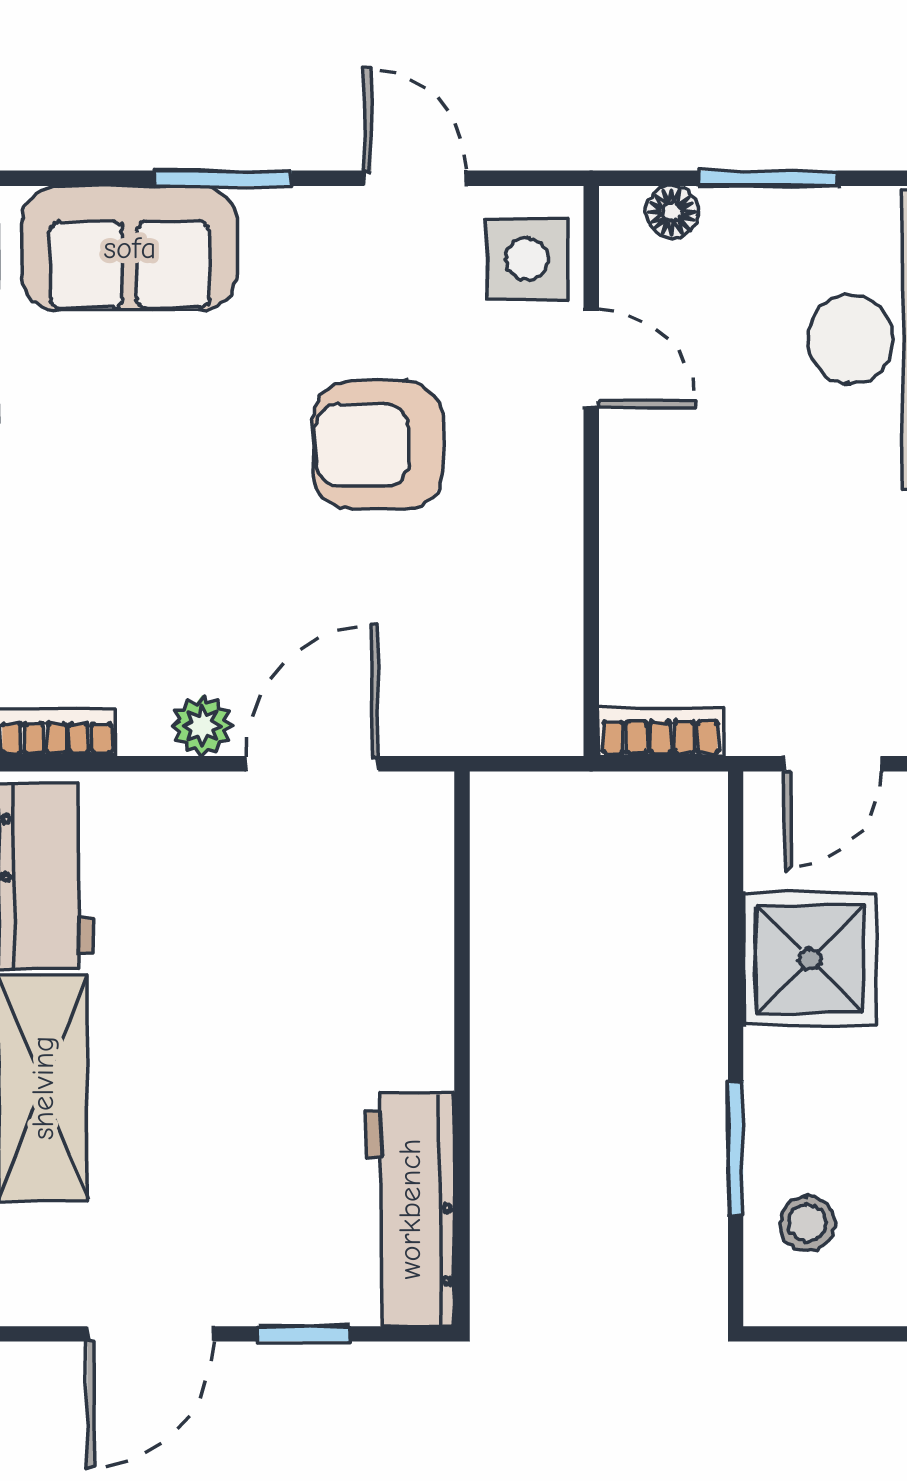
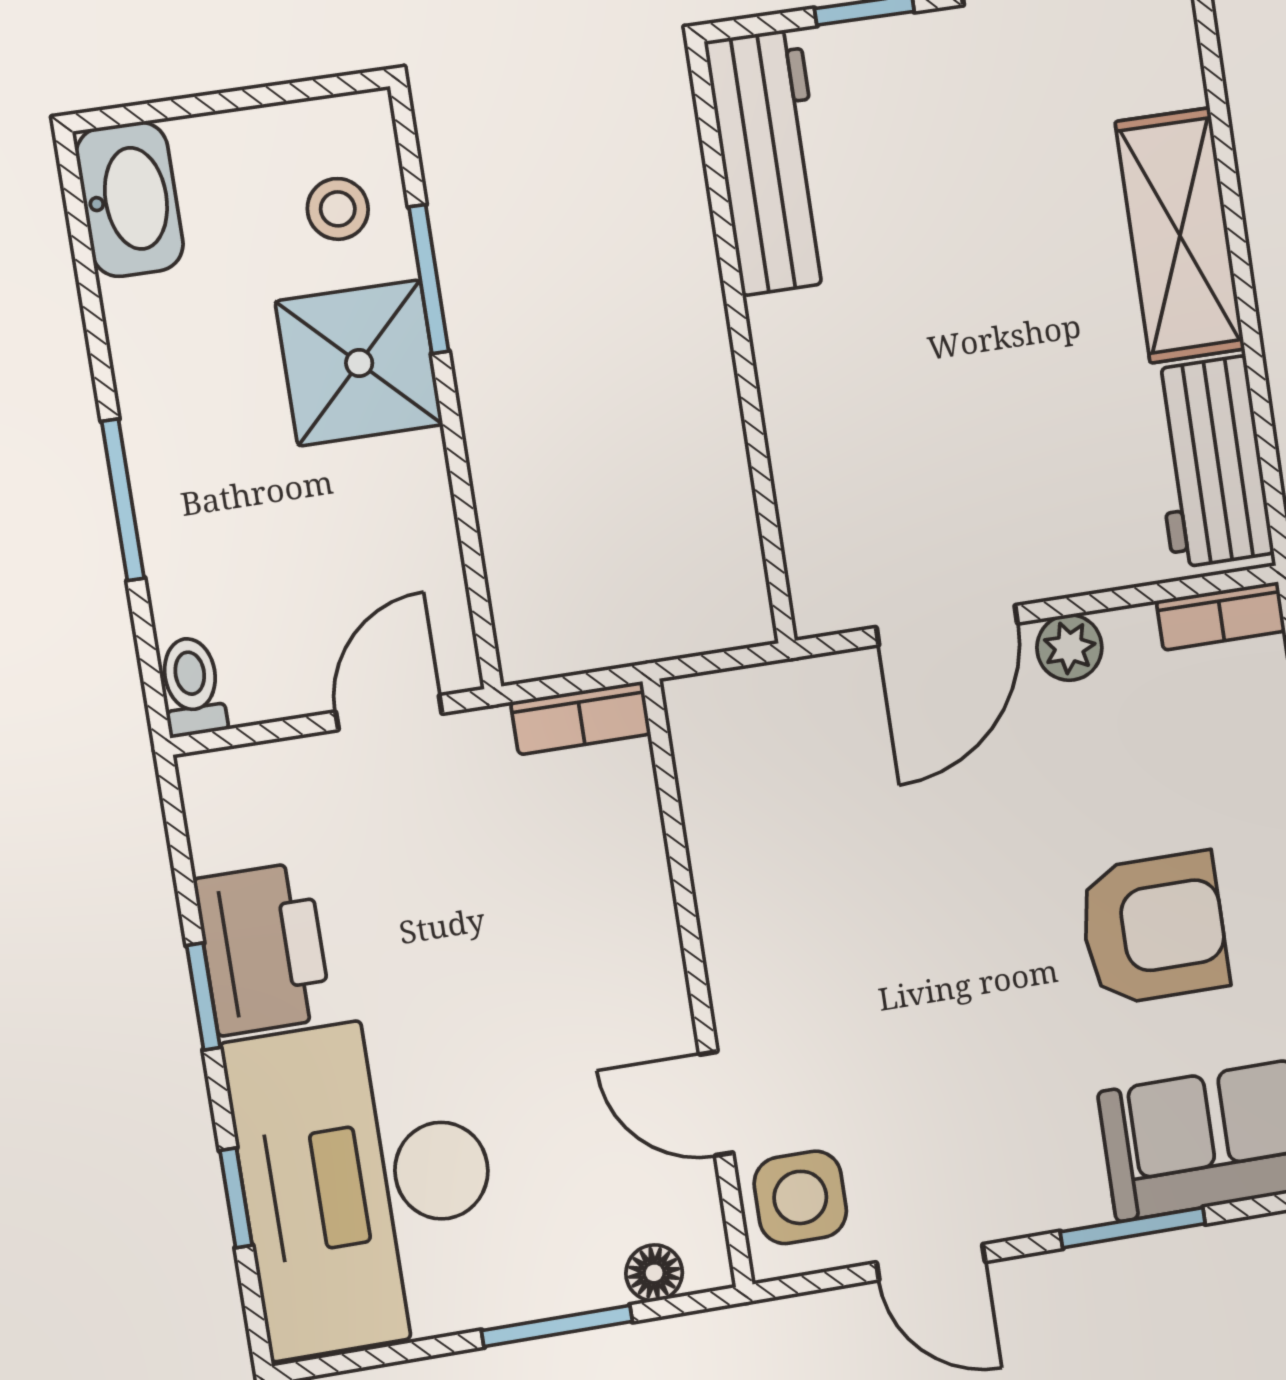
armchair: (378, 445) -> (1154, 928), moved
shower: (810, 959) -> (359, 363), moved

